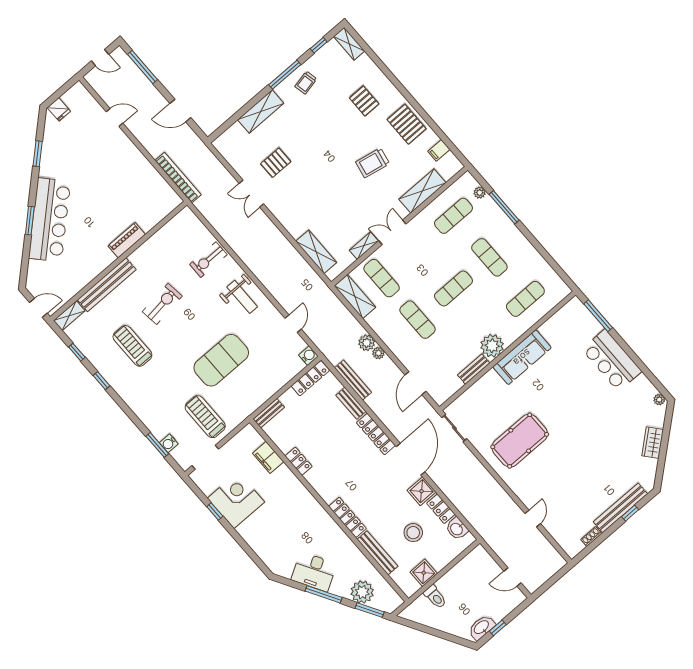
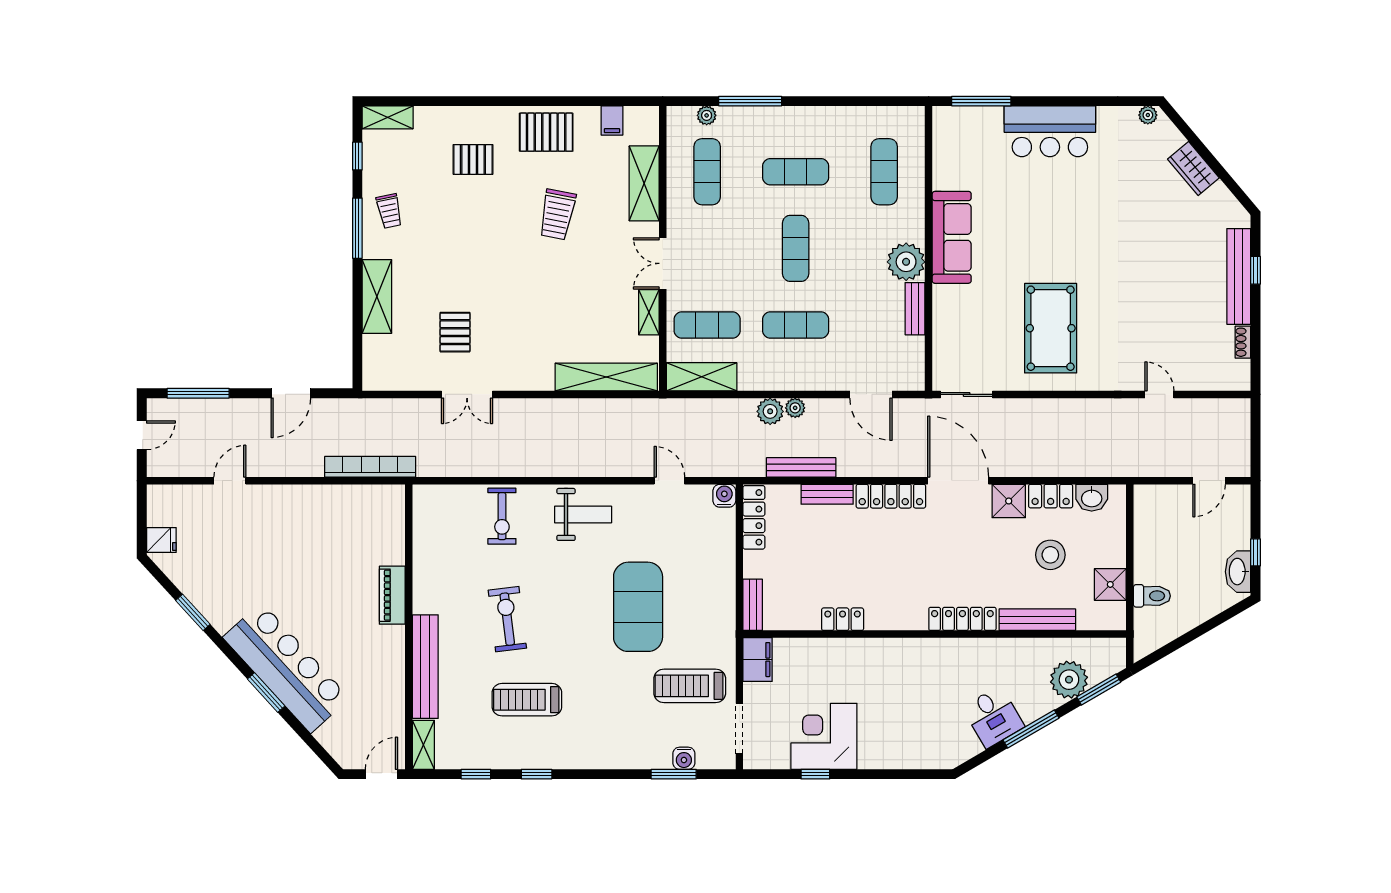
shelving: (316, 252) -> (606, 377), width x1.47
filing cabinet: (268, 457) -> (758, 660), moved, turned -90
desk: (314, 572) -> (993, 717), width x0.73

